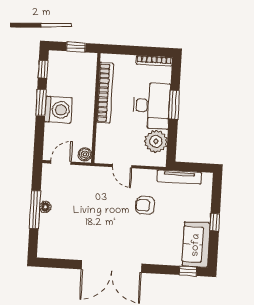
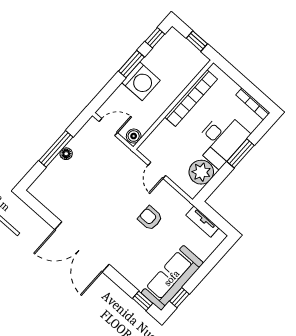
tv unit: (179, 177) -> (202, 222), width x0.71
window: (215, 222) -> (179, 298), moved
sofa: (196, 245) -> (172, 278), width x1.36

